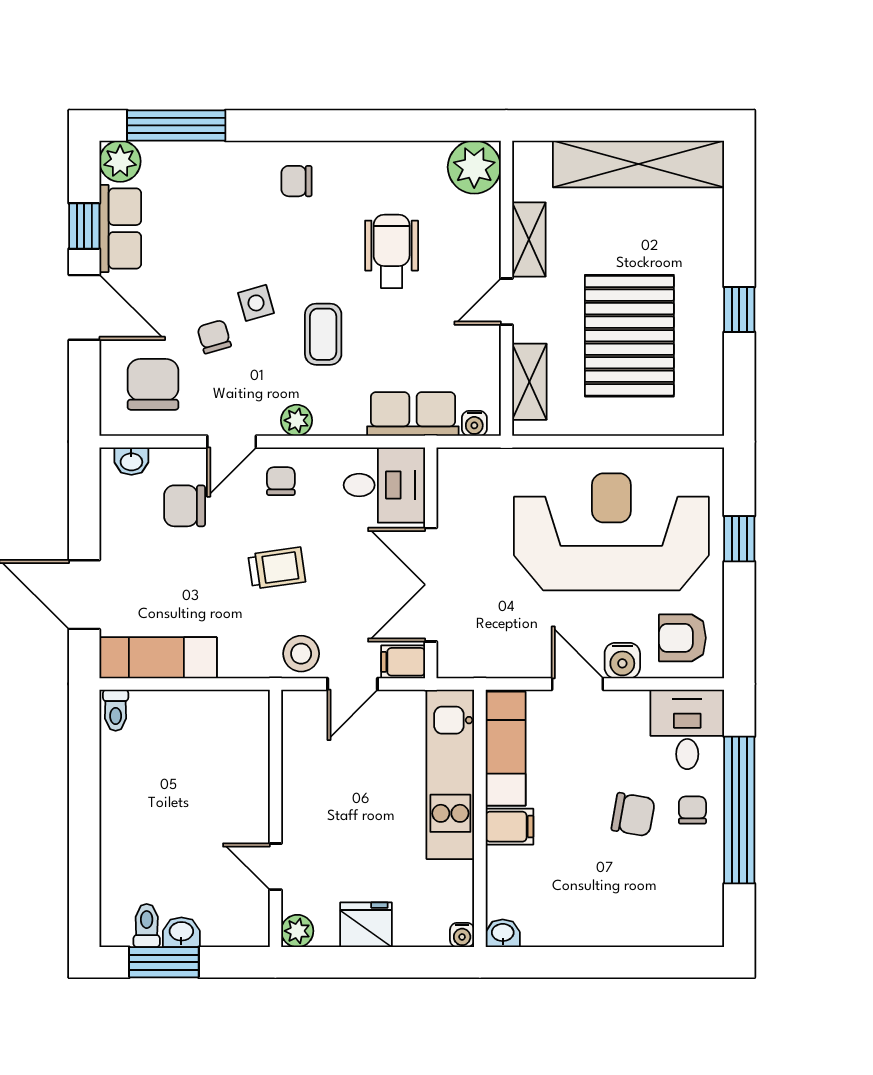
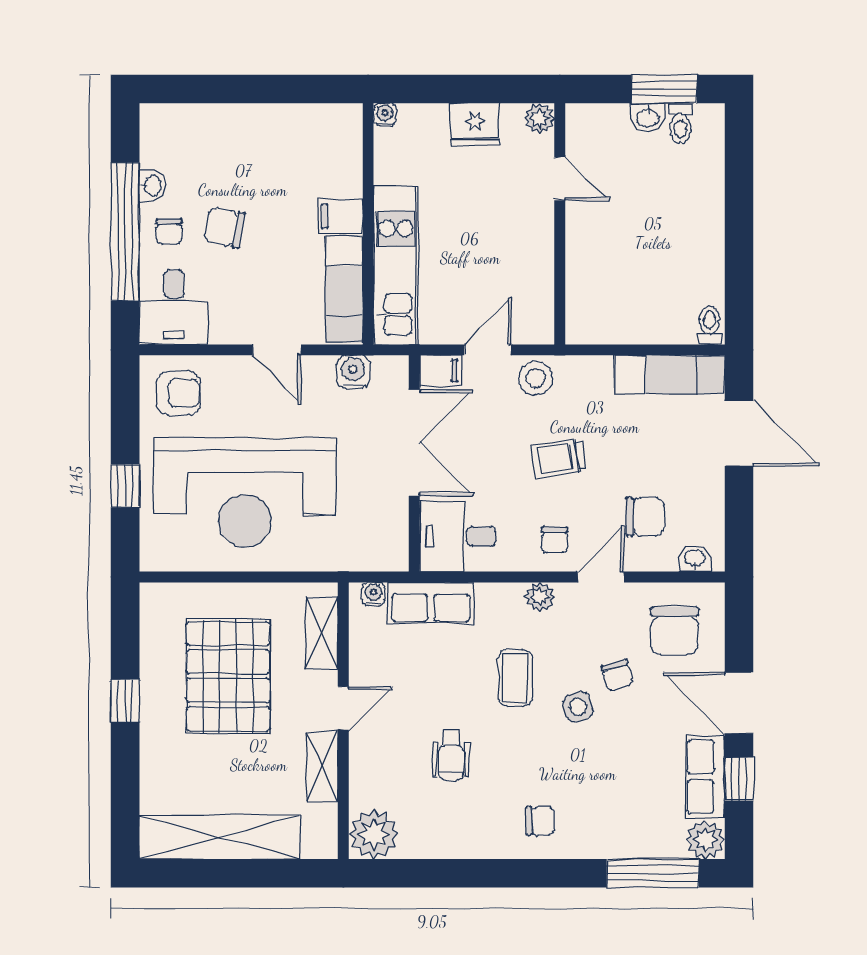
wheelchair: (392, 251) -> (451, 755), width x0.73, depth x0.73
water cooler: (622, 661) -> (353, 372), moved
washbasin: (503, 933) -> (152, 186), moved, turned -90

